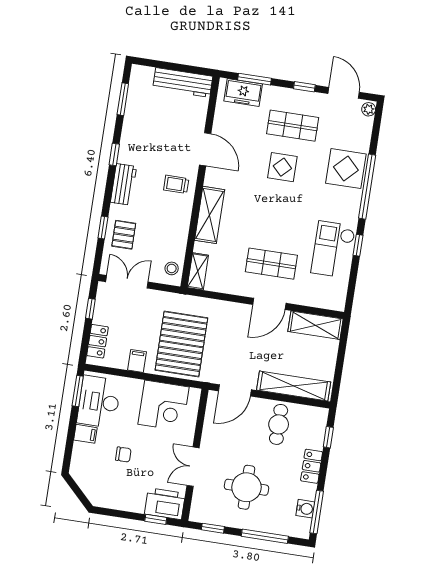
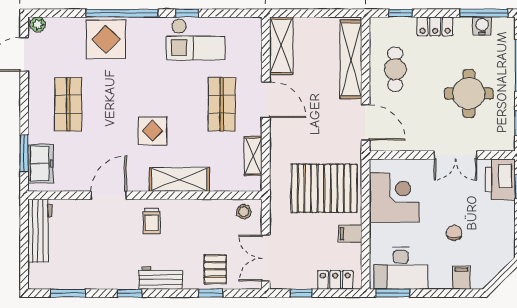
window: (304, 87) -> (24, 98), removed
display table: (282, 167) -> (152, 131), moved
pallet: (124, 235) -> (215, 269), turned 90
shelving: (198, 271) -> (253, 156), moved, turned 90
cafe table: (279, 424) -> (395, 69), turned 90
filing cabinet: (85, 434) -> (461, 278), moved

